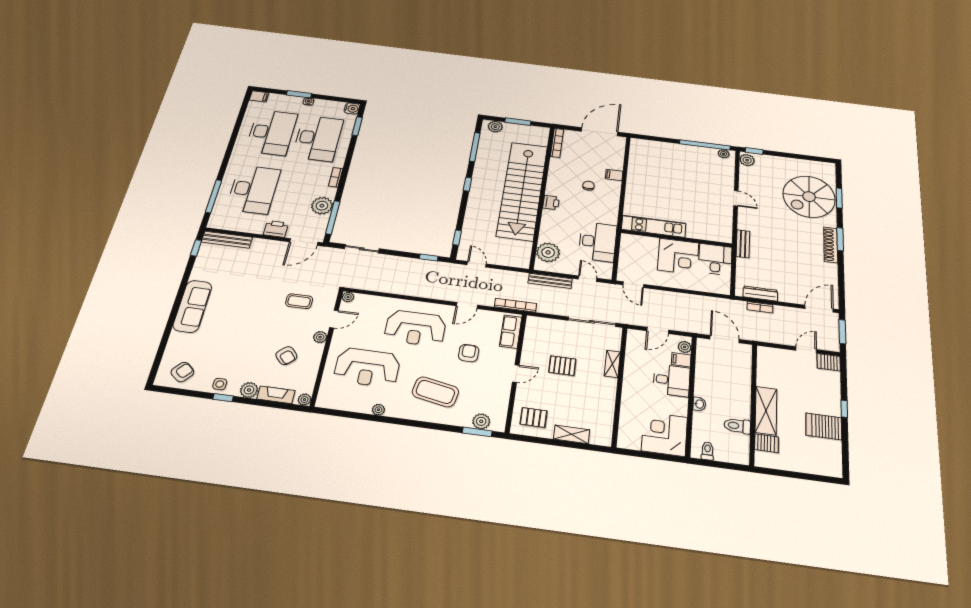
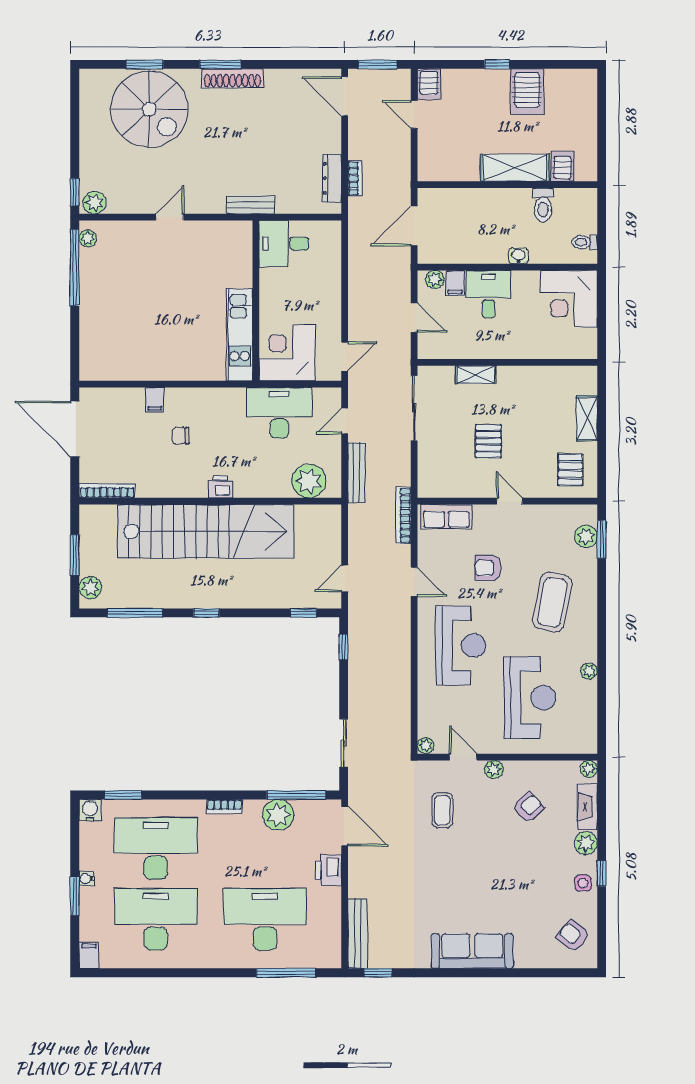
corner desk: (678, 256) -> (287, 353), moved, turned -90

